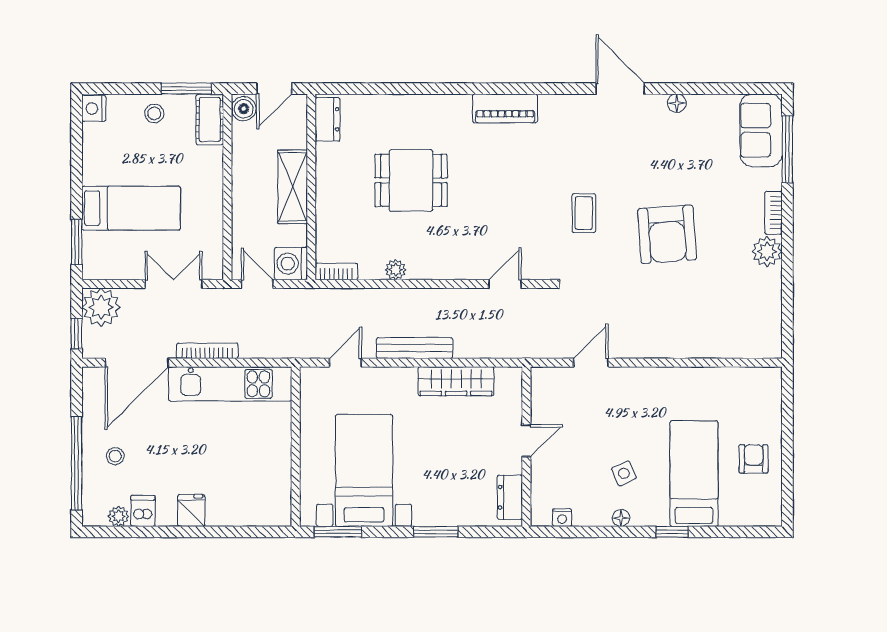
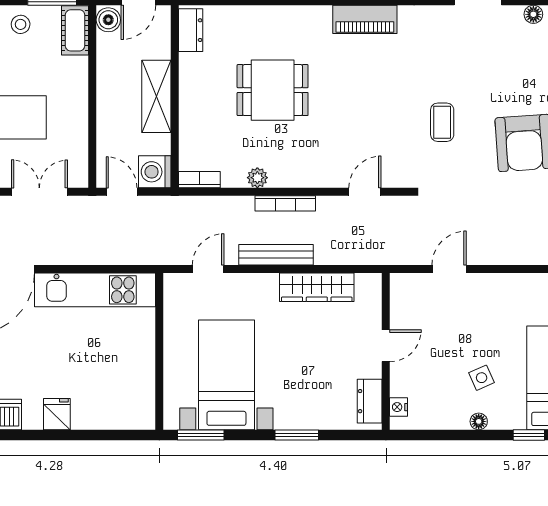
bookcase: (207, 351) -> (285, 203), moved, turned 180
nightstand: (562, 518) -> (399, 407), moved, turned 90

